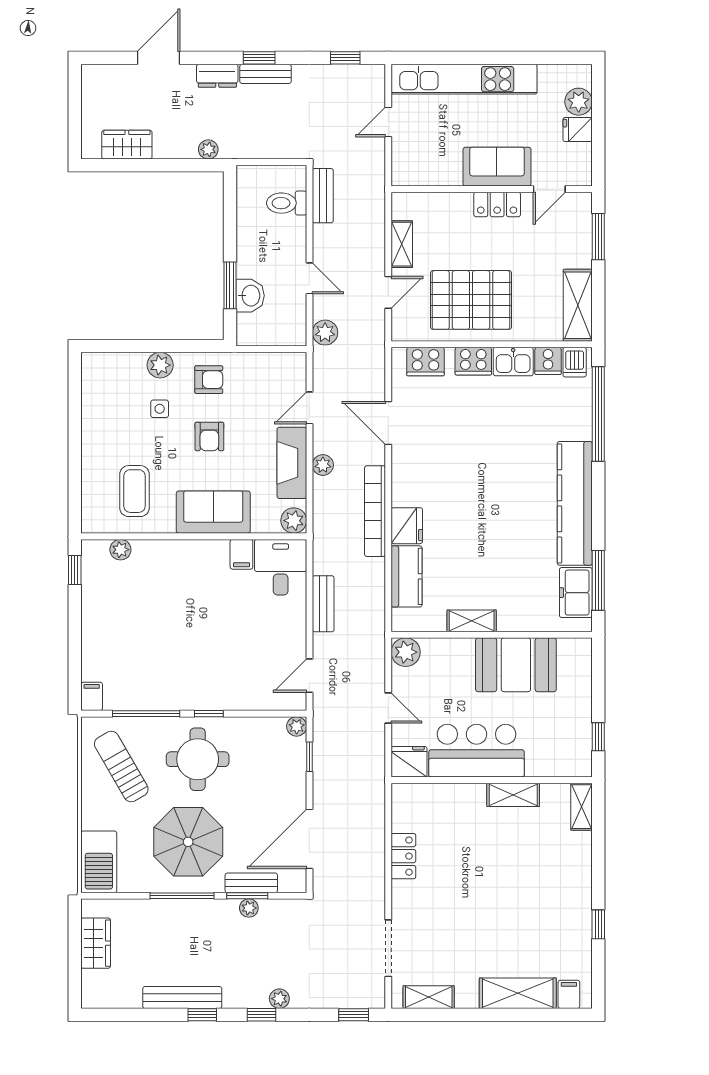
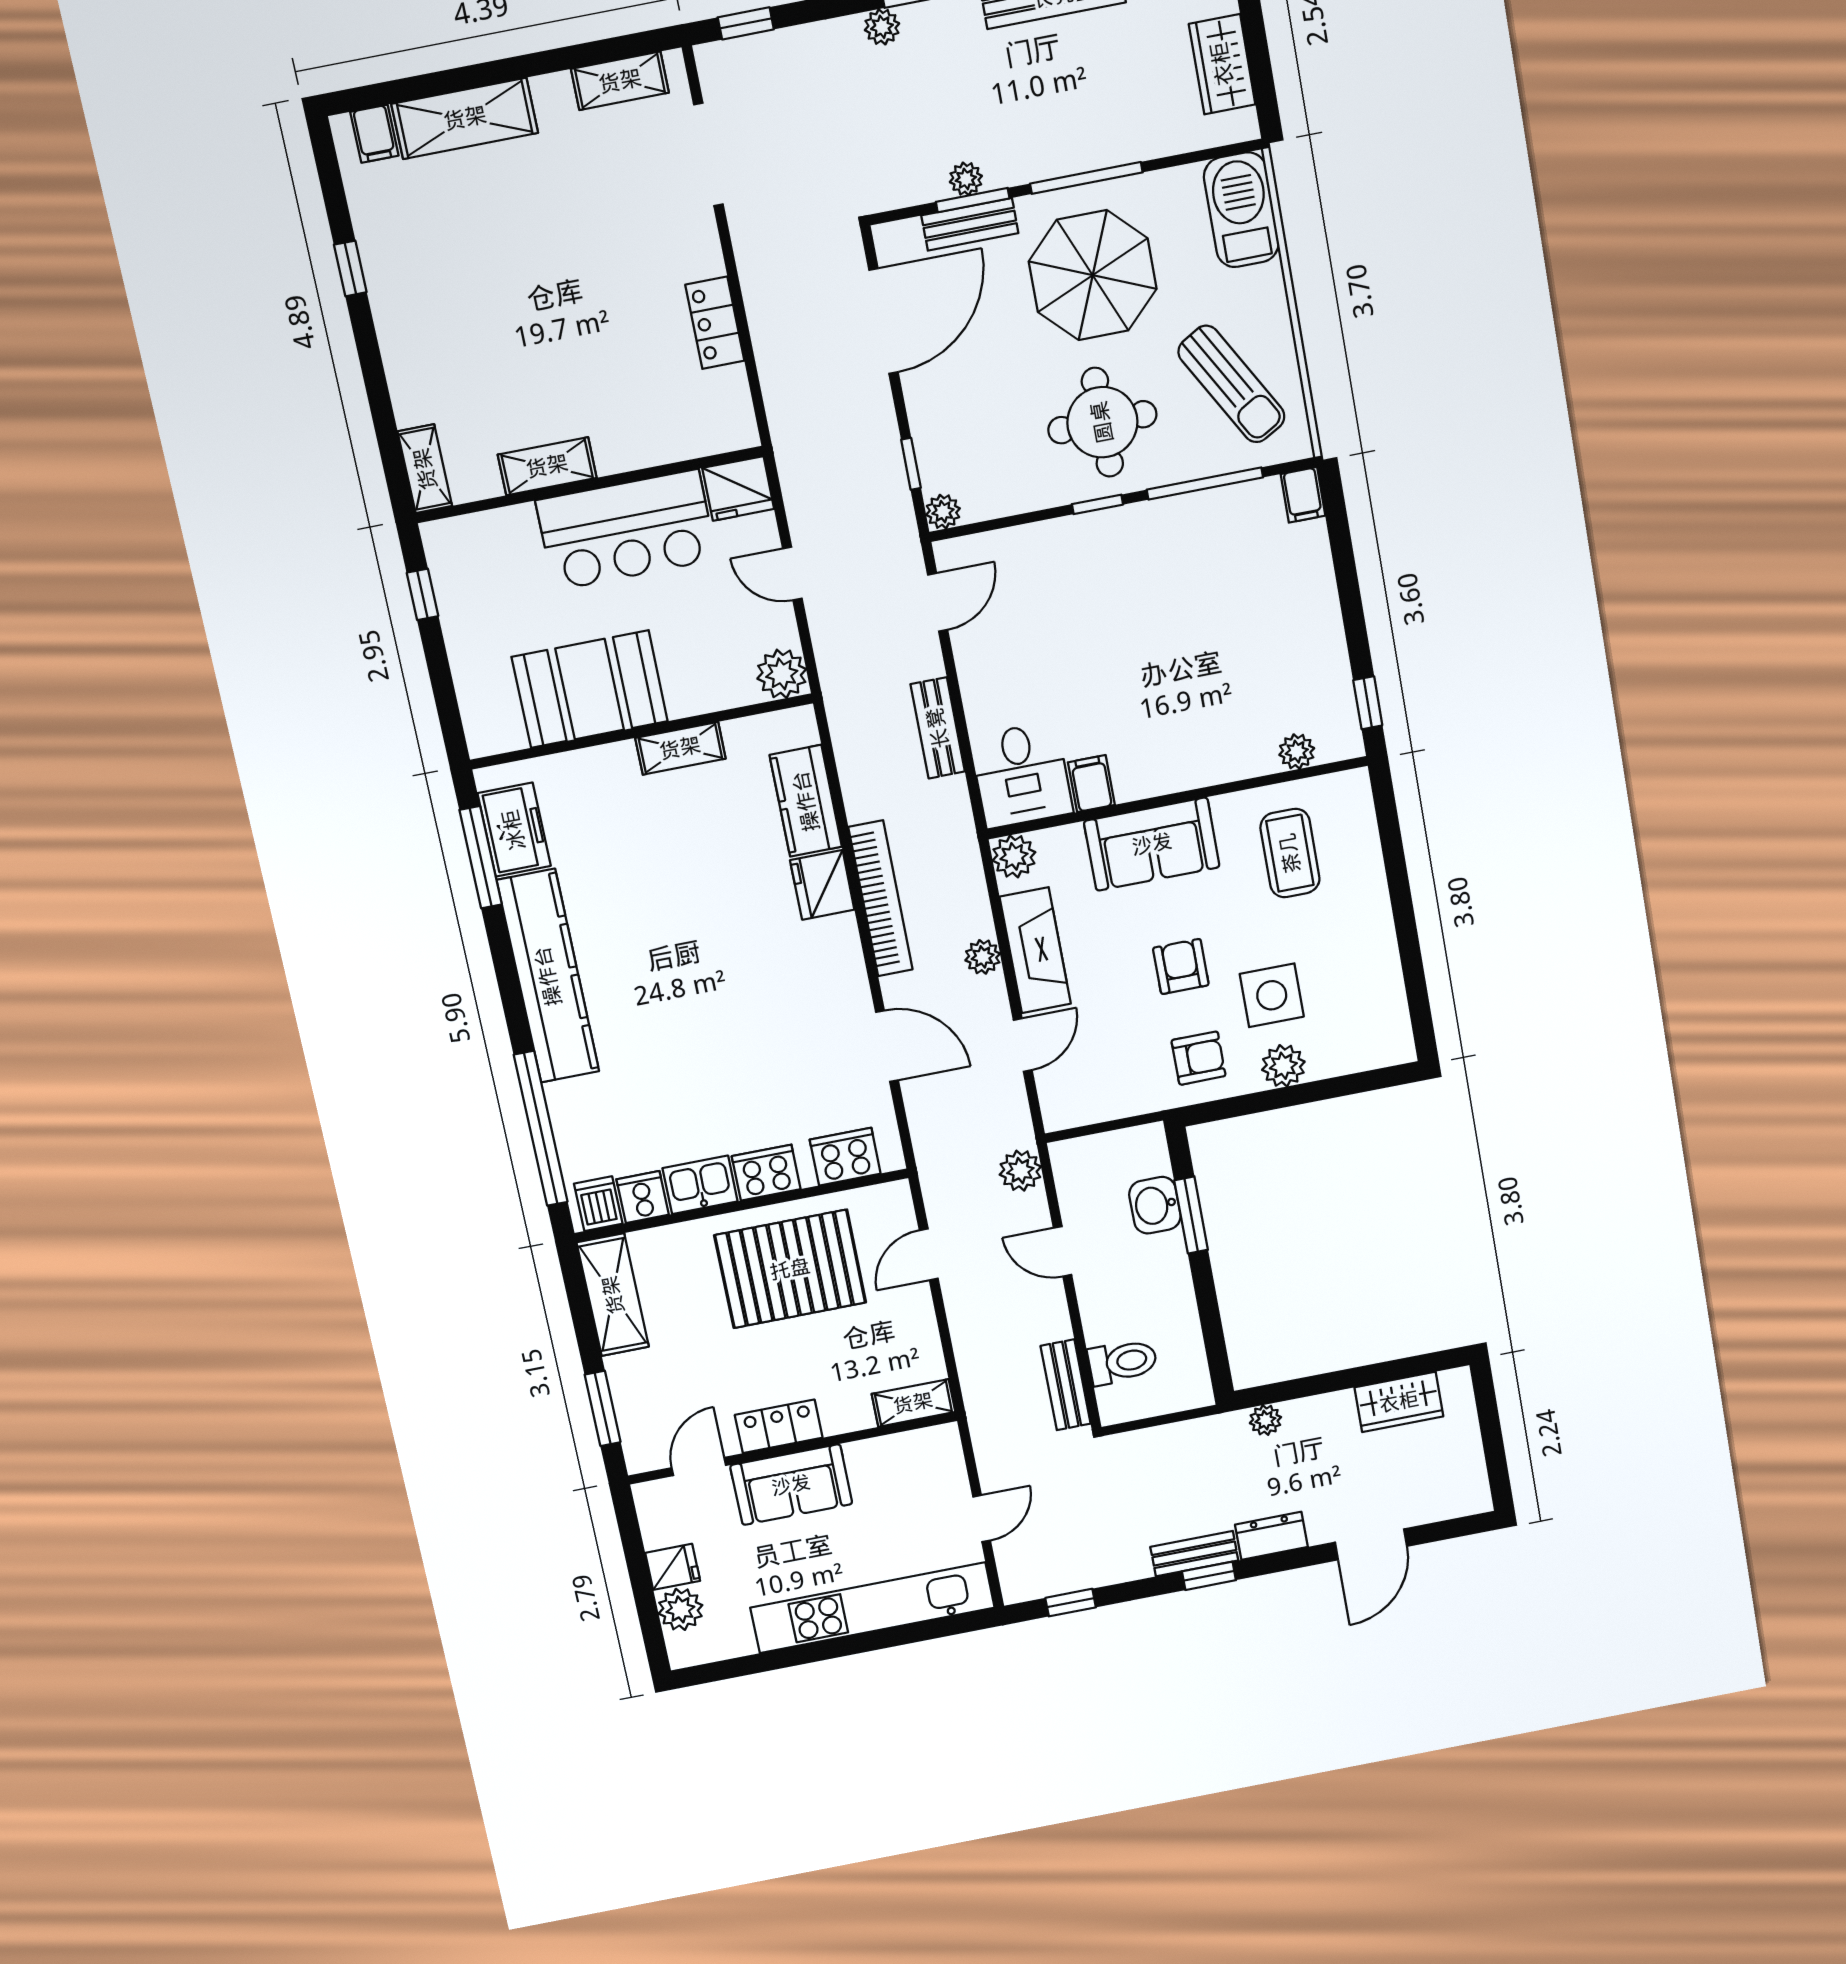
shelving: (402, 244) -> (913, 1403), moved, turned 90
armchair: (209, 380) -> (1199, 1058), turned 180
side table: (160, 409) -> (1272, 995), width x1.87, depth x1.87

